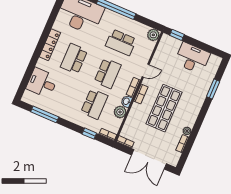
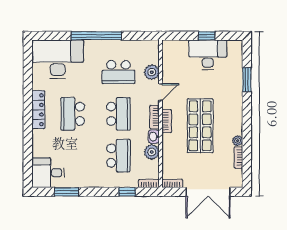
plant: (153, 35) -> (152, 72), moved
window: (177, 35) -> (207, 36), moved
desk: (42, 83) -> (48, 173), moved
window: (45, 114) -> (67, 192), width x0.69

